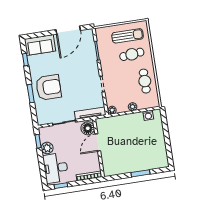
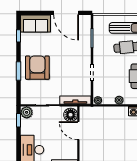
door: (68, 30) -> (66, 13), hinge flipped
armchair: (48, 87) -> (37, 68), turned -90
door: (98, 142) -> (78, 131), hinge flipped
plant: (47, 148) -> (27, 112), moved

